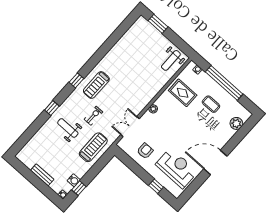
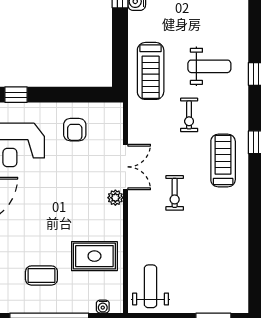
exercise bike: (128, 89) -> (175, 193), added
double door: (130, 127) -> (125, 167), moved

